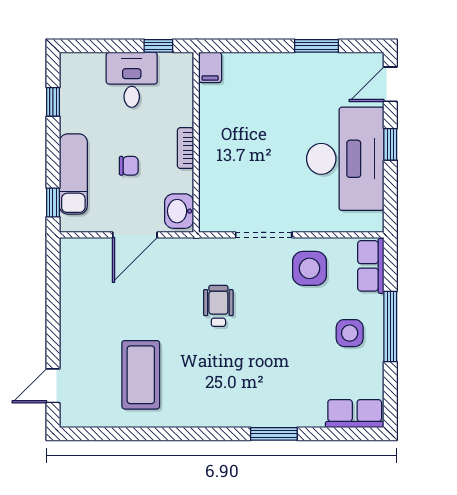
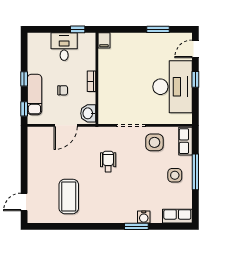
window: (53, 102) -> (24, 79), moved
water cooler: (288, 415) -> (144, 217), added

